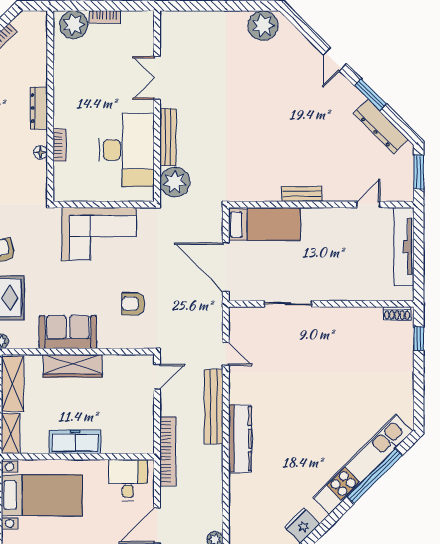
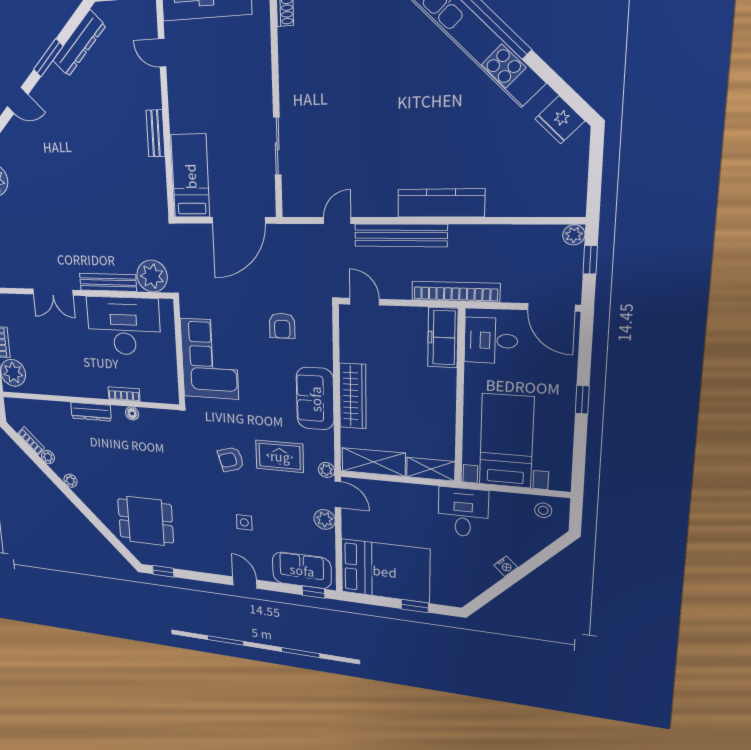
freezer: (75, 442) -> (443, 338), moved

